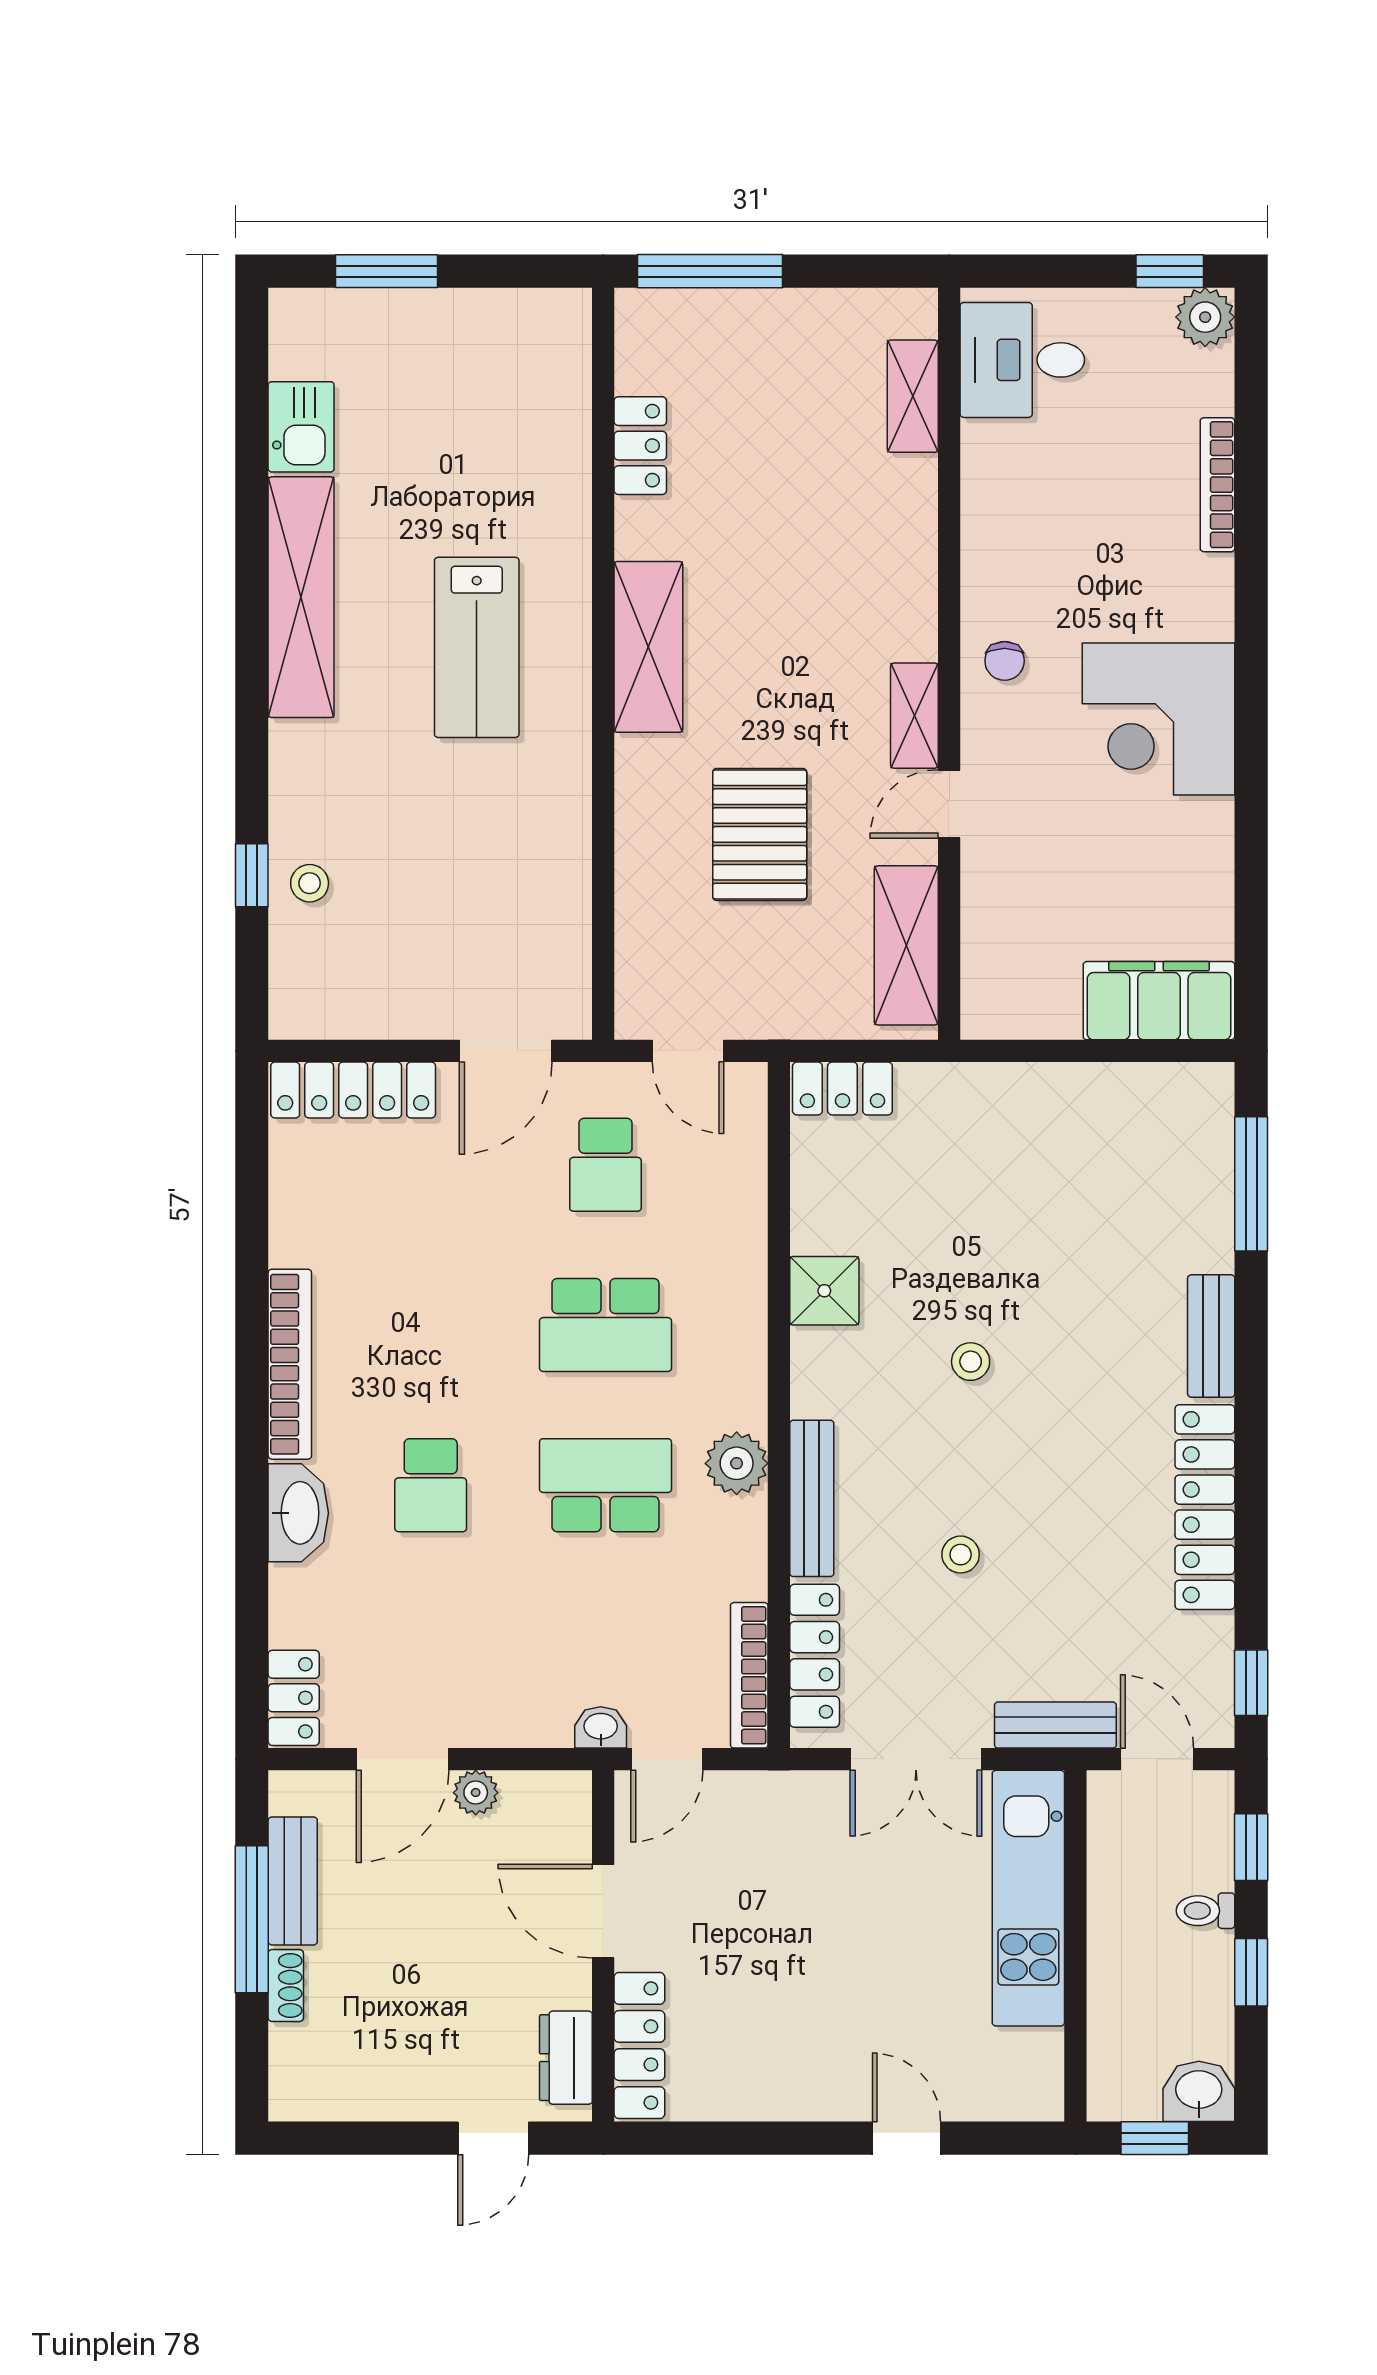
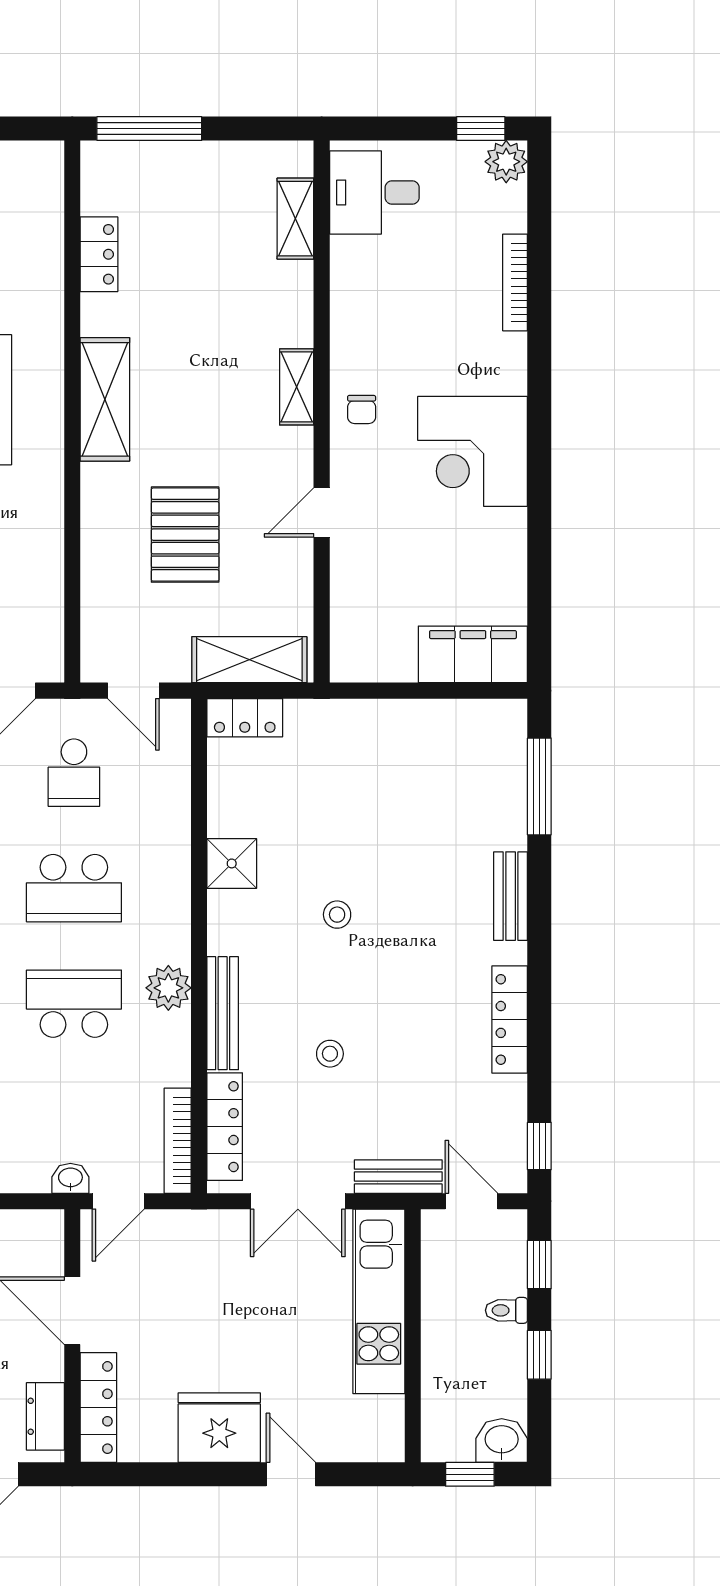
shelving: (914, 716) -> (297, 387), moved
shelving: (906, 945) -> (249, 660), moved, turned 90
locker: (1205, 1507) -> (510, 1019), width x0.71, depth x0.83
fridge: (807, 2073) -> (219, 1428), added

